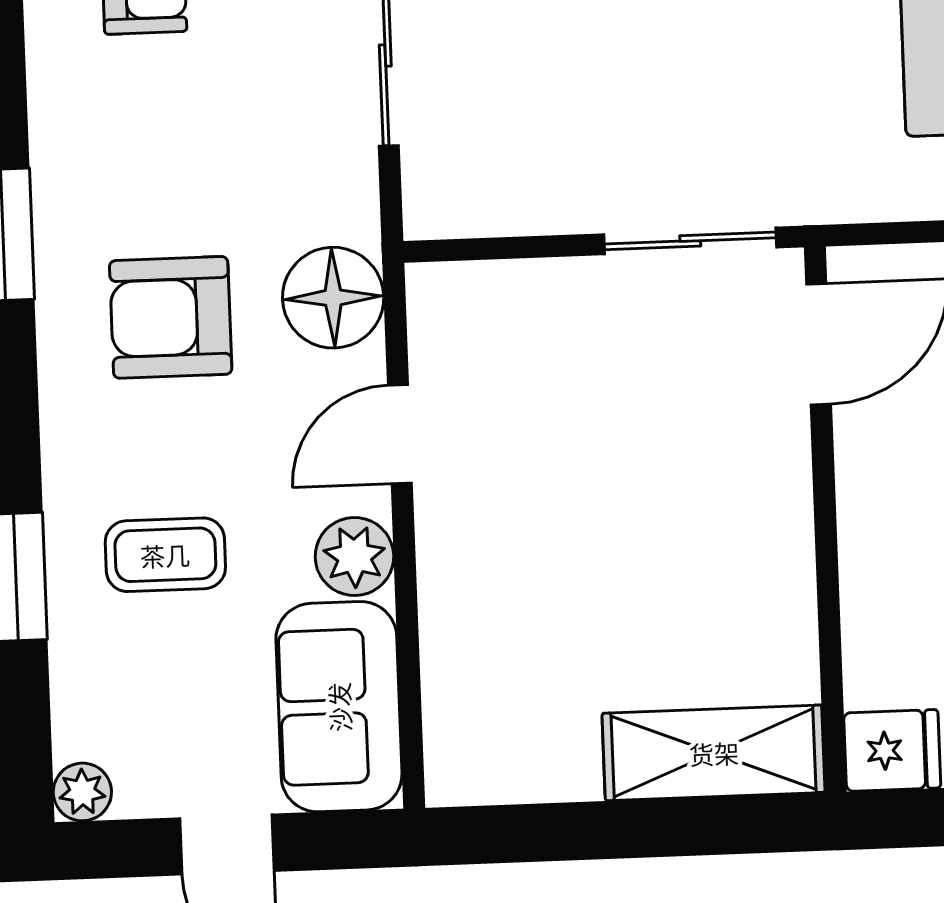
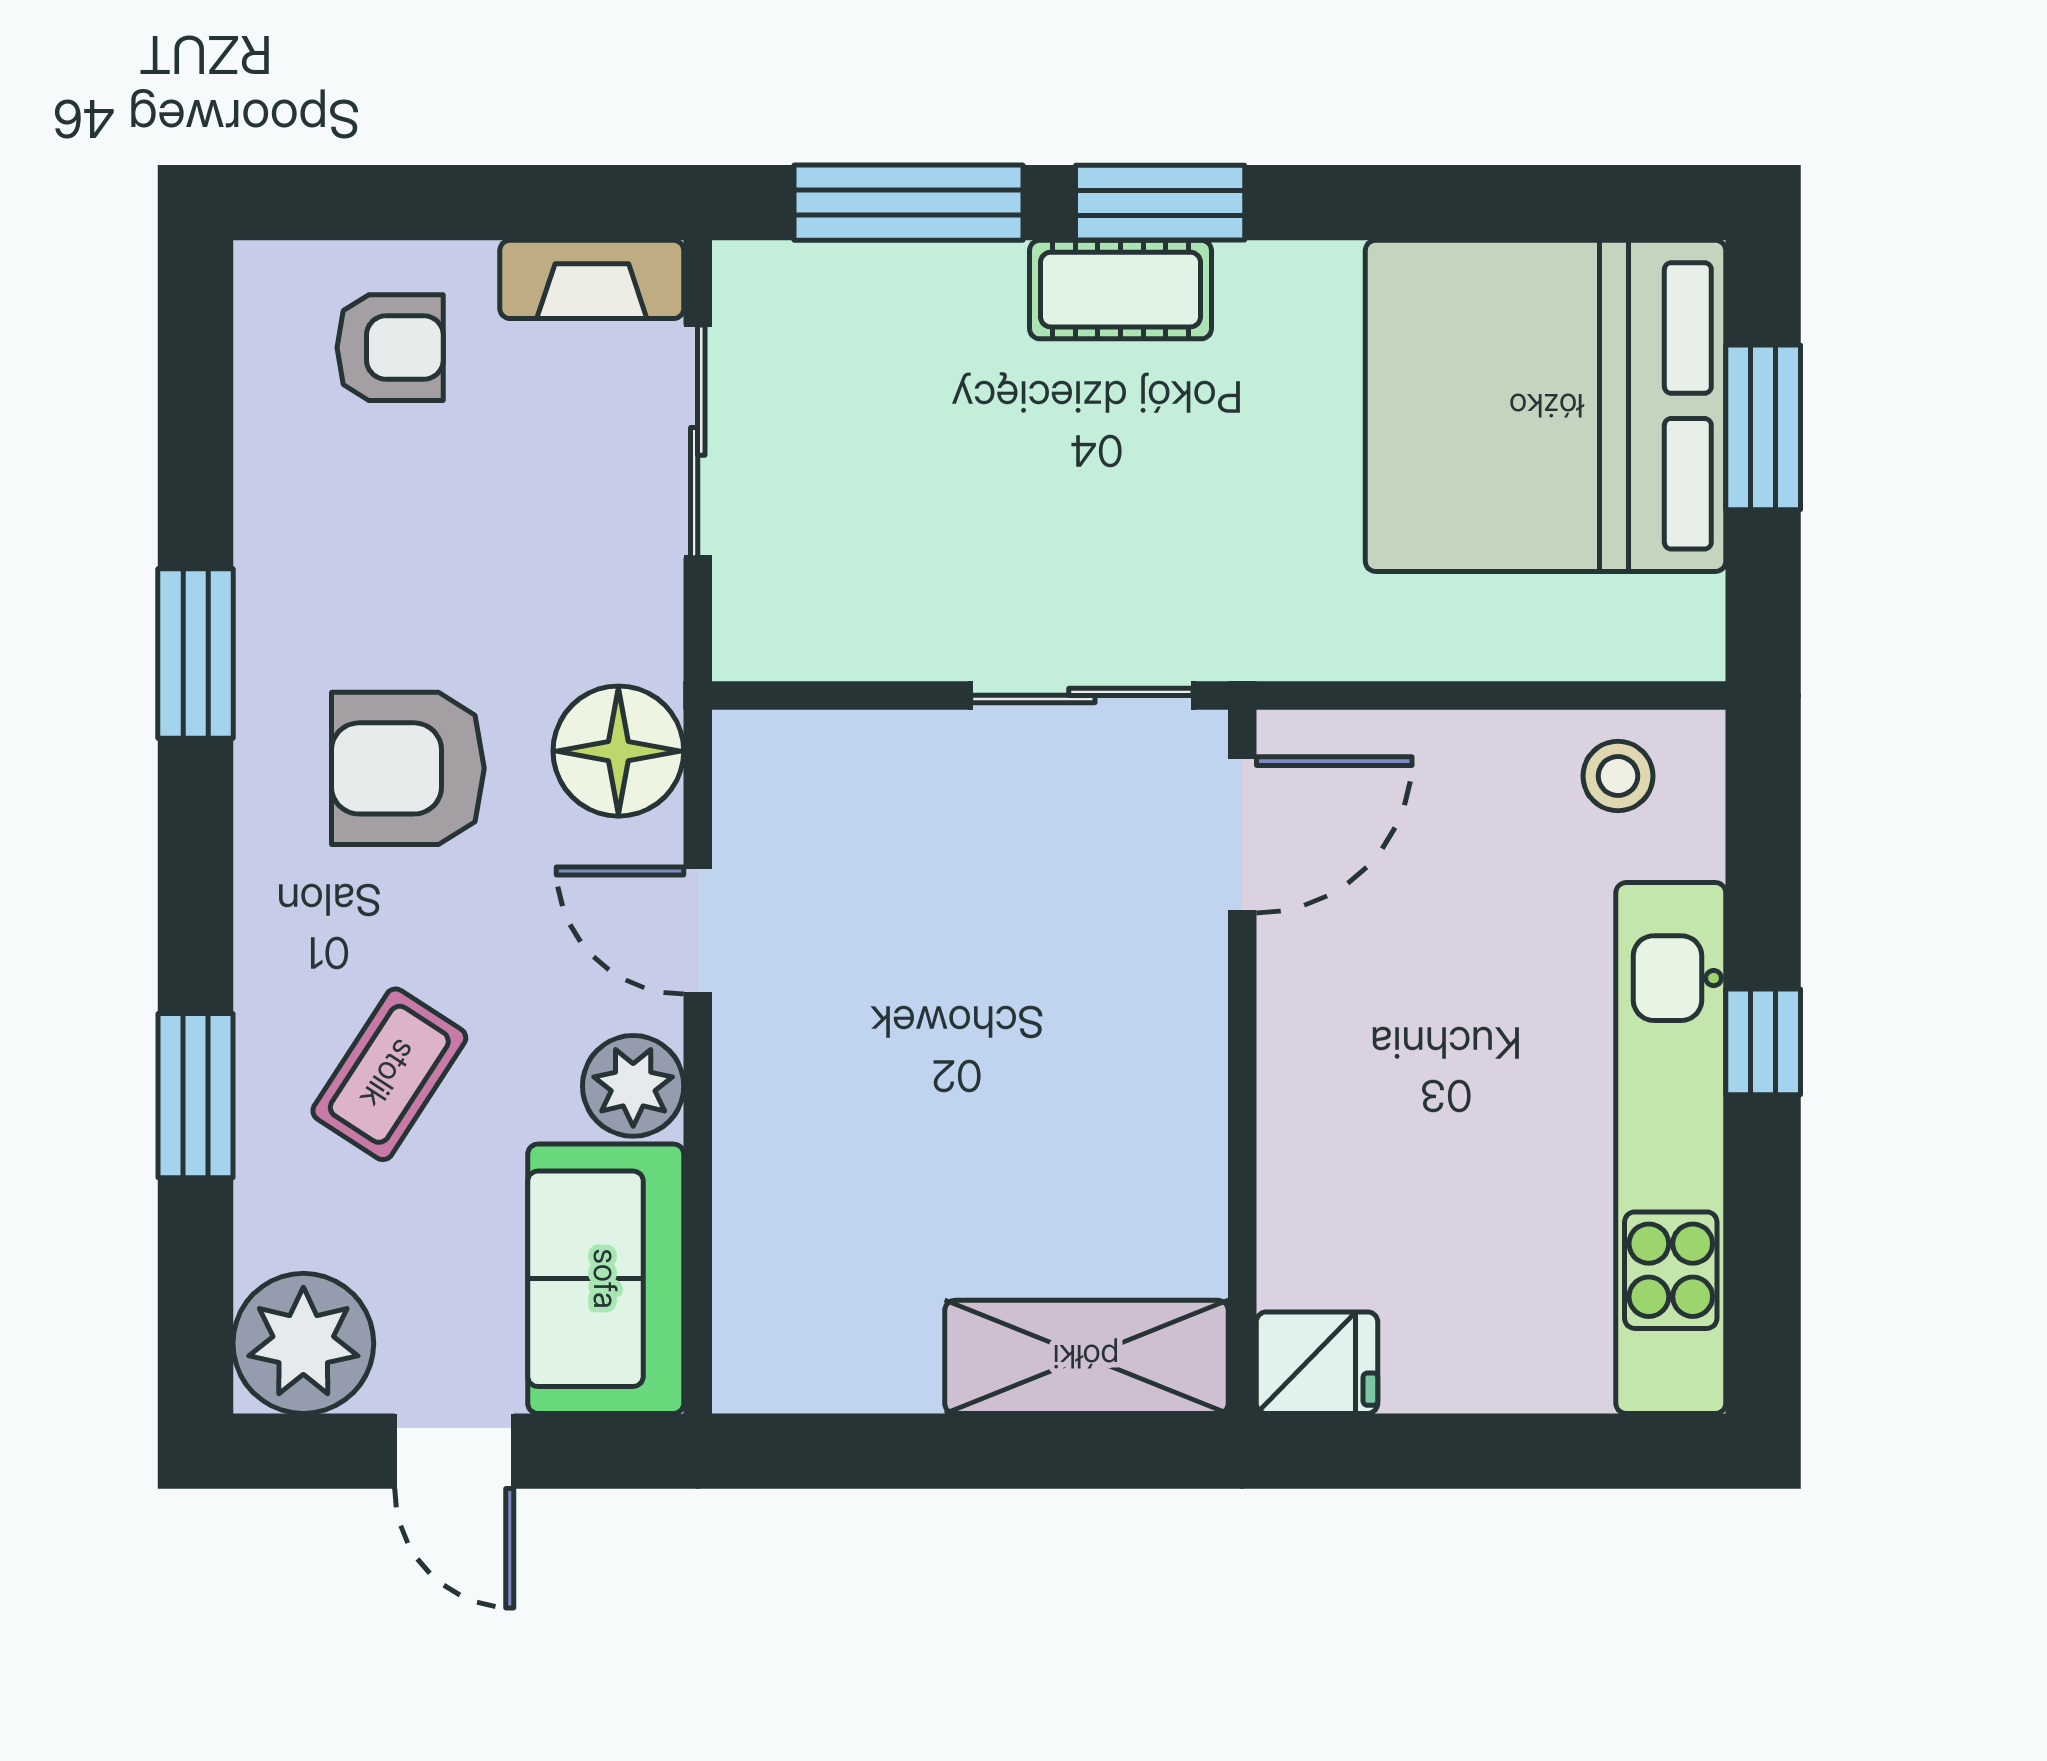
door: (400, 434) -> (698, 930), hinge flipped
coffee table: (165, 555) -> (389, 1074), turned -57
plant: (82, 792) -> (303, 1343), width x1.88, depth x1.88

